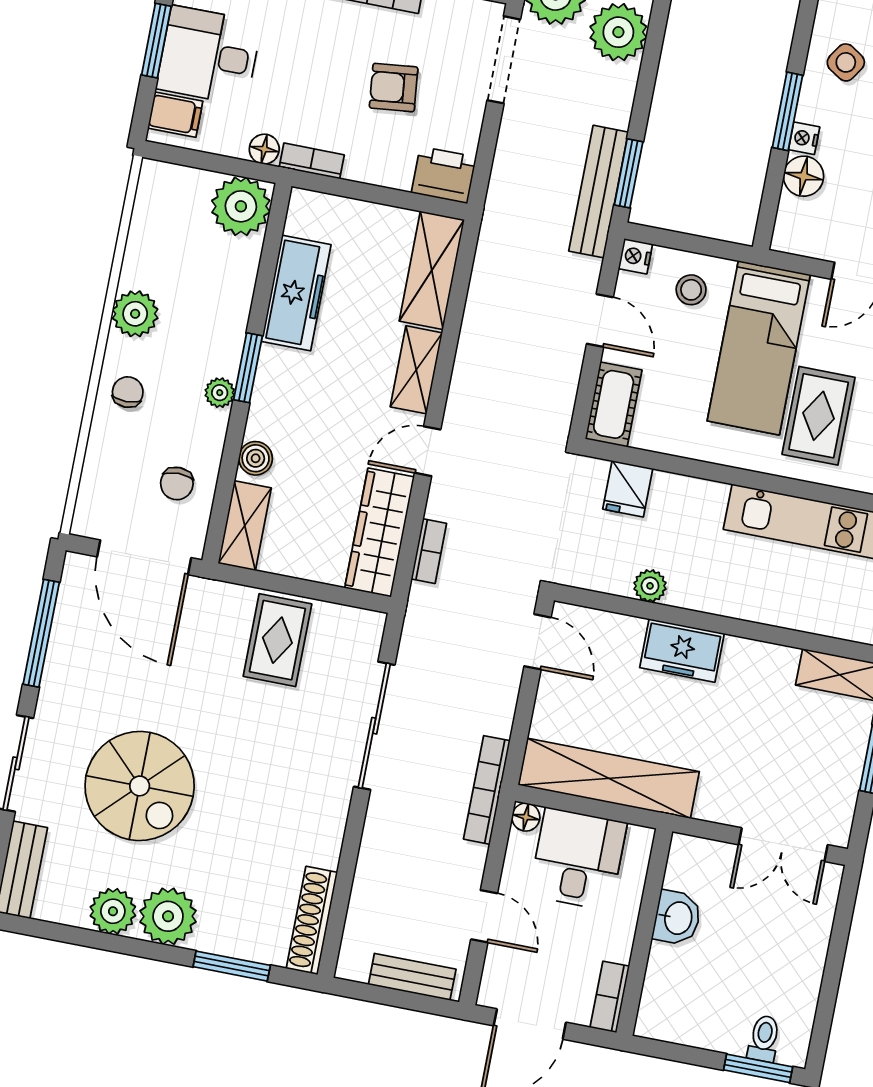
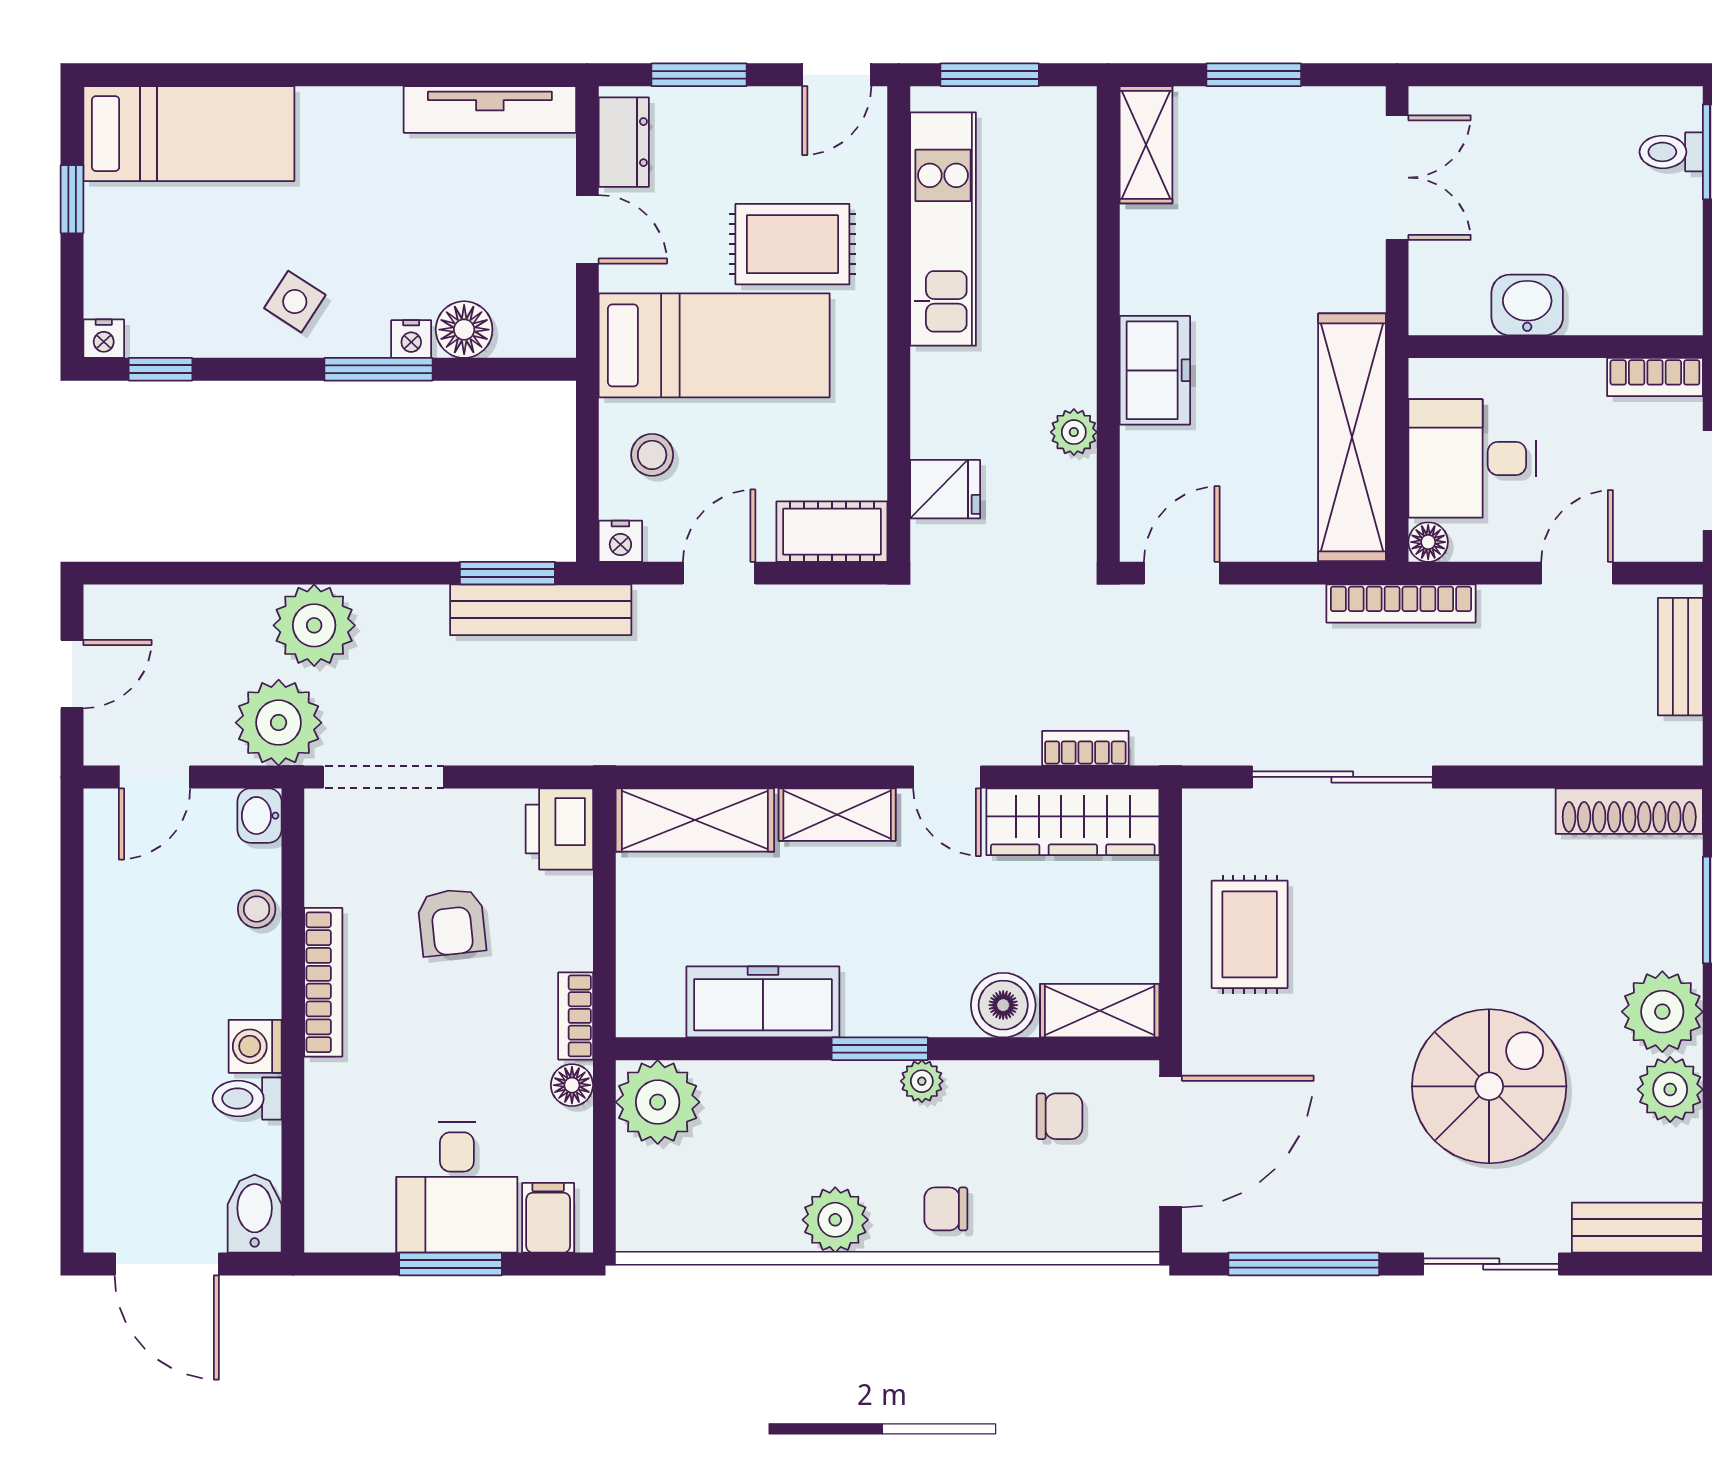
boiler: (256, 458) -> (1003, 1005), width x1.36, depth x1.36
rug: (277, 640) -> (1250, 934), turned 90

